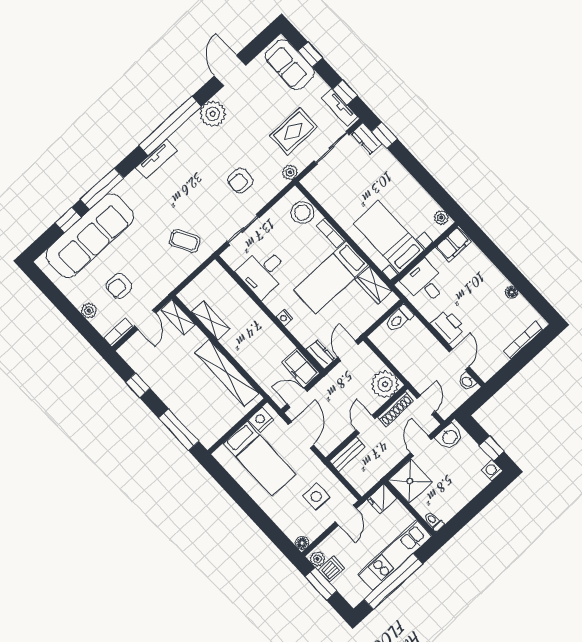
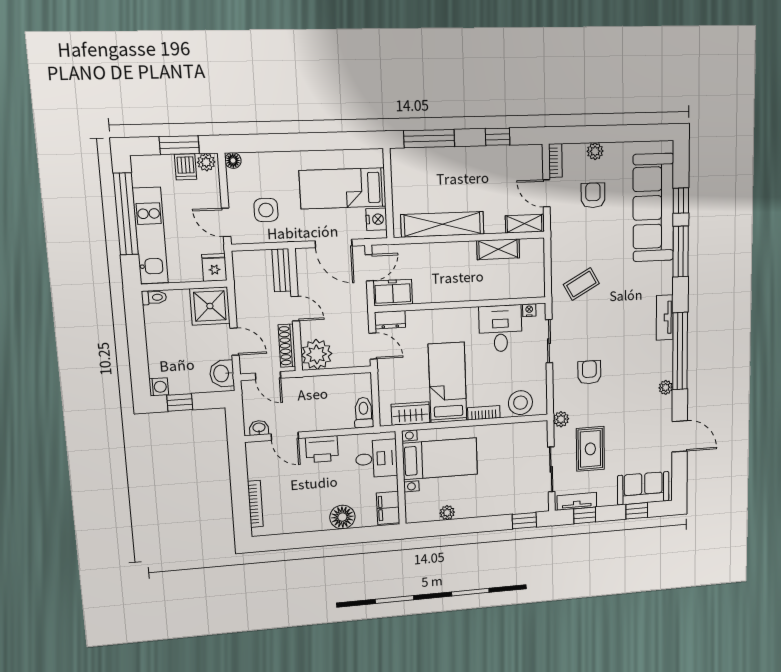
plant: (213, 114) -> (666, 387), width x0.53, depth x0.53
dresser: (367, 139) -> (534, 504), removed
plant: (441, 218) -> (447, 513), moved
floor lamp: (512, 292) -> (342, 517), moved, width x1.89, depth x1.89
nightstand: (284, 318) -> (529, 310), moved

